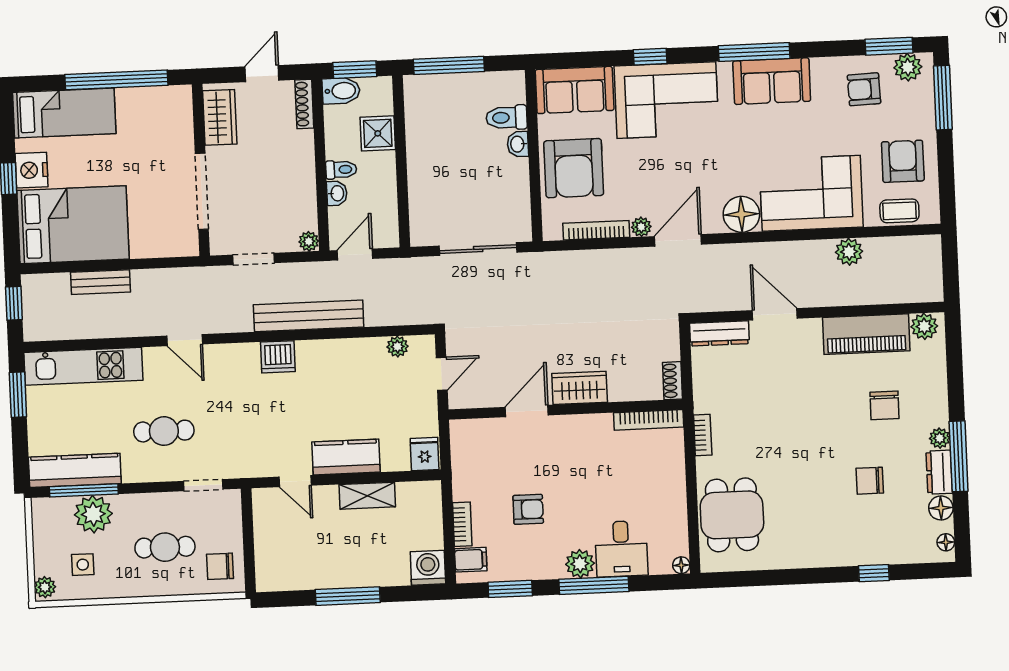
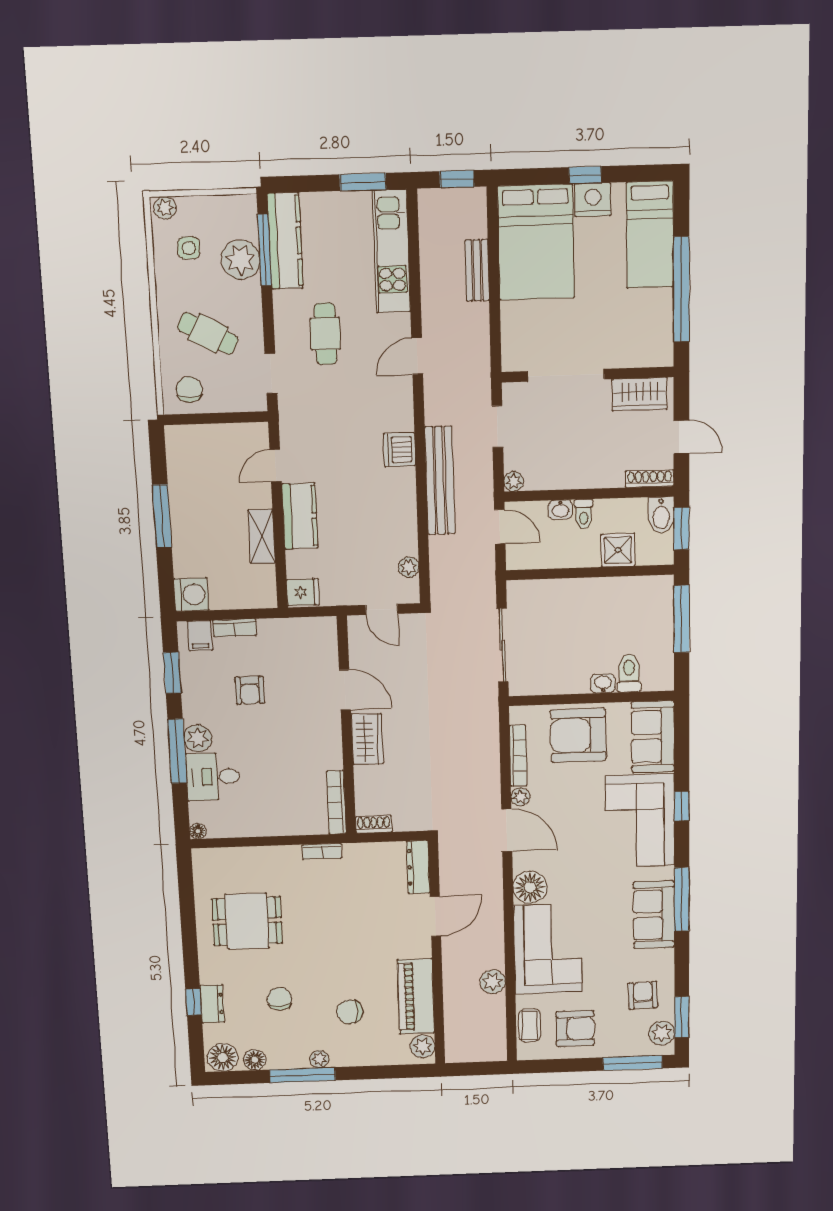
dresser: (939, 472) -> (212, 1004), moved, turned 90
dining table: (732, 515) -> (247, 921), moved
floor lamp: (946, 542) -> (223, 1057), width x1.89, depth x1.89
cafe table: (165, 547) -> (208, 333), turned -62

